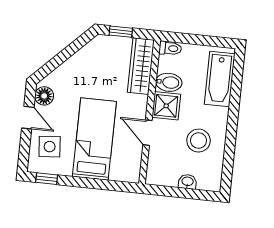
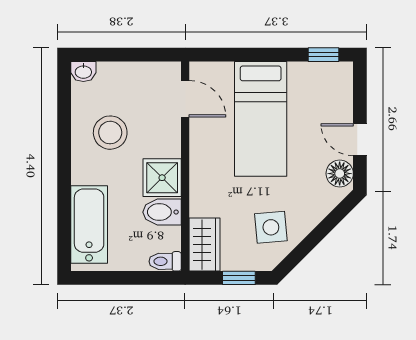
wardrobe: (141, 66) -> (205, 245), width x0.67
door: (147, 133) -> (185, 99), moved
side table: (50, 147) -> (271, 227), moved
washbasin: (187, 182) -> (83, 72), moved

